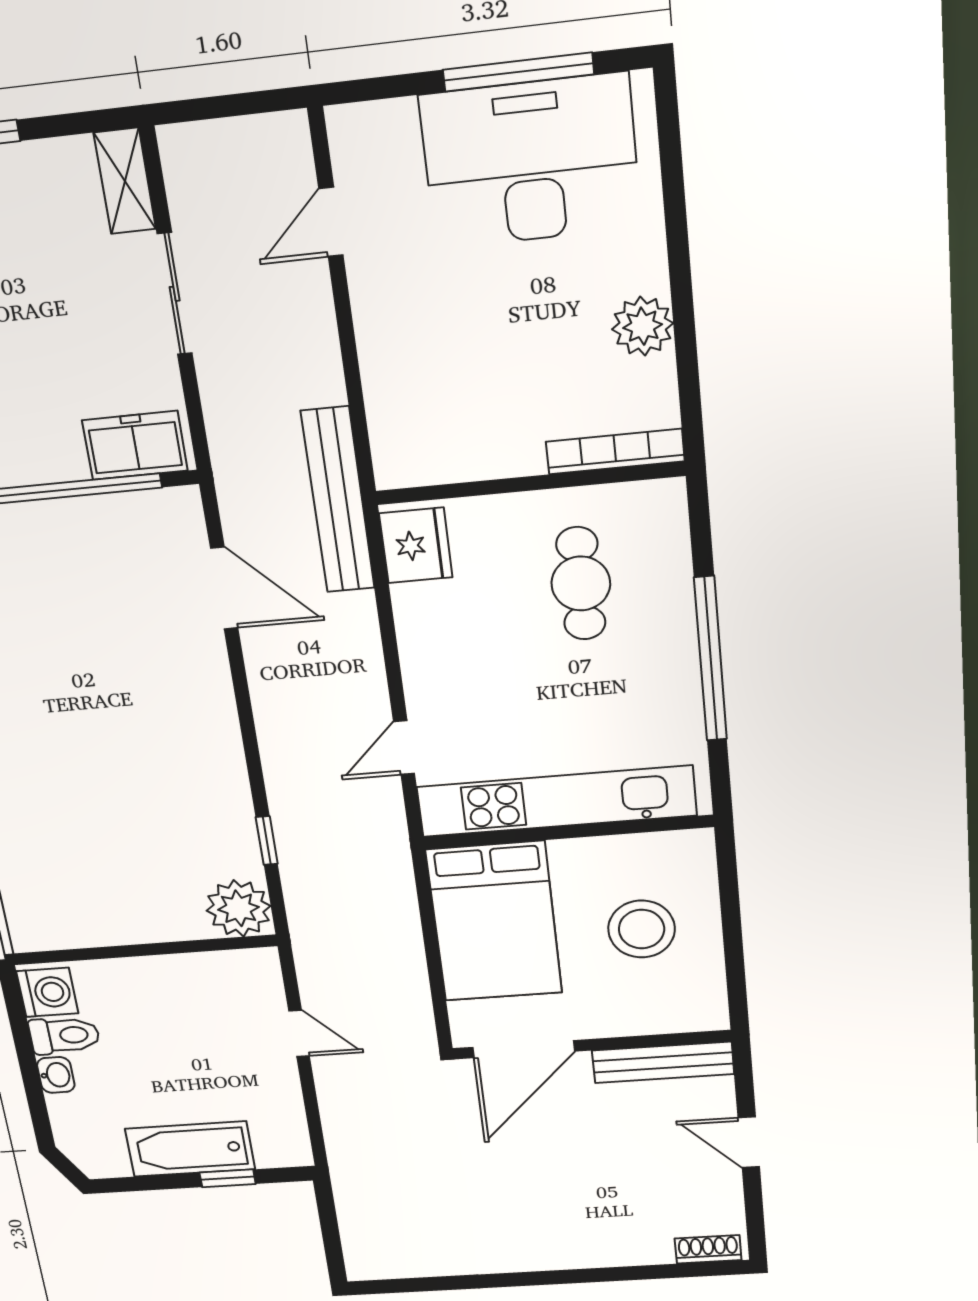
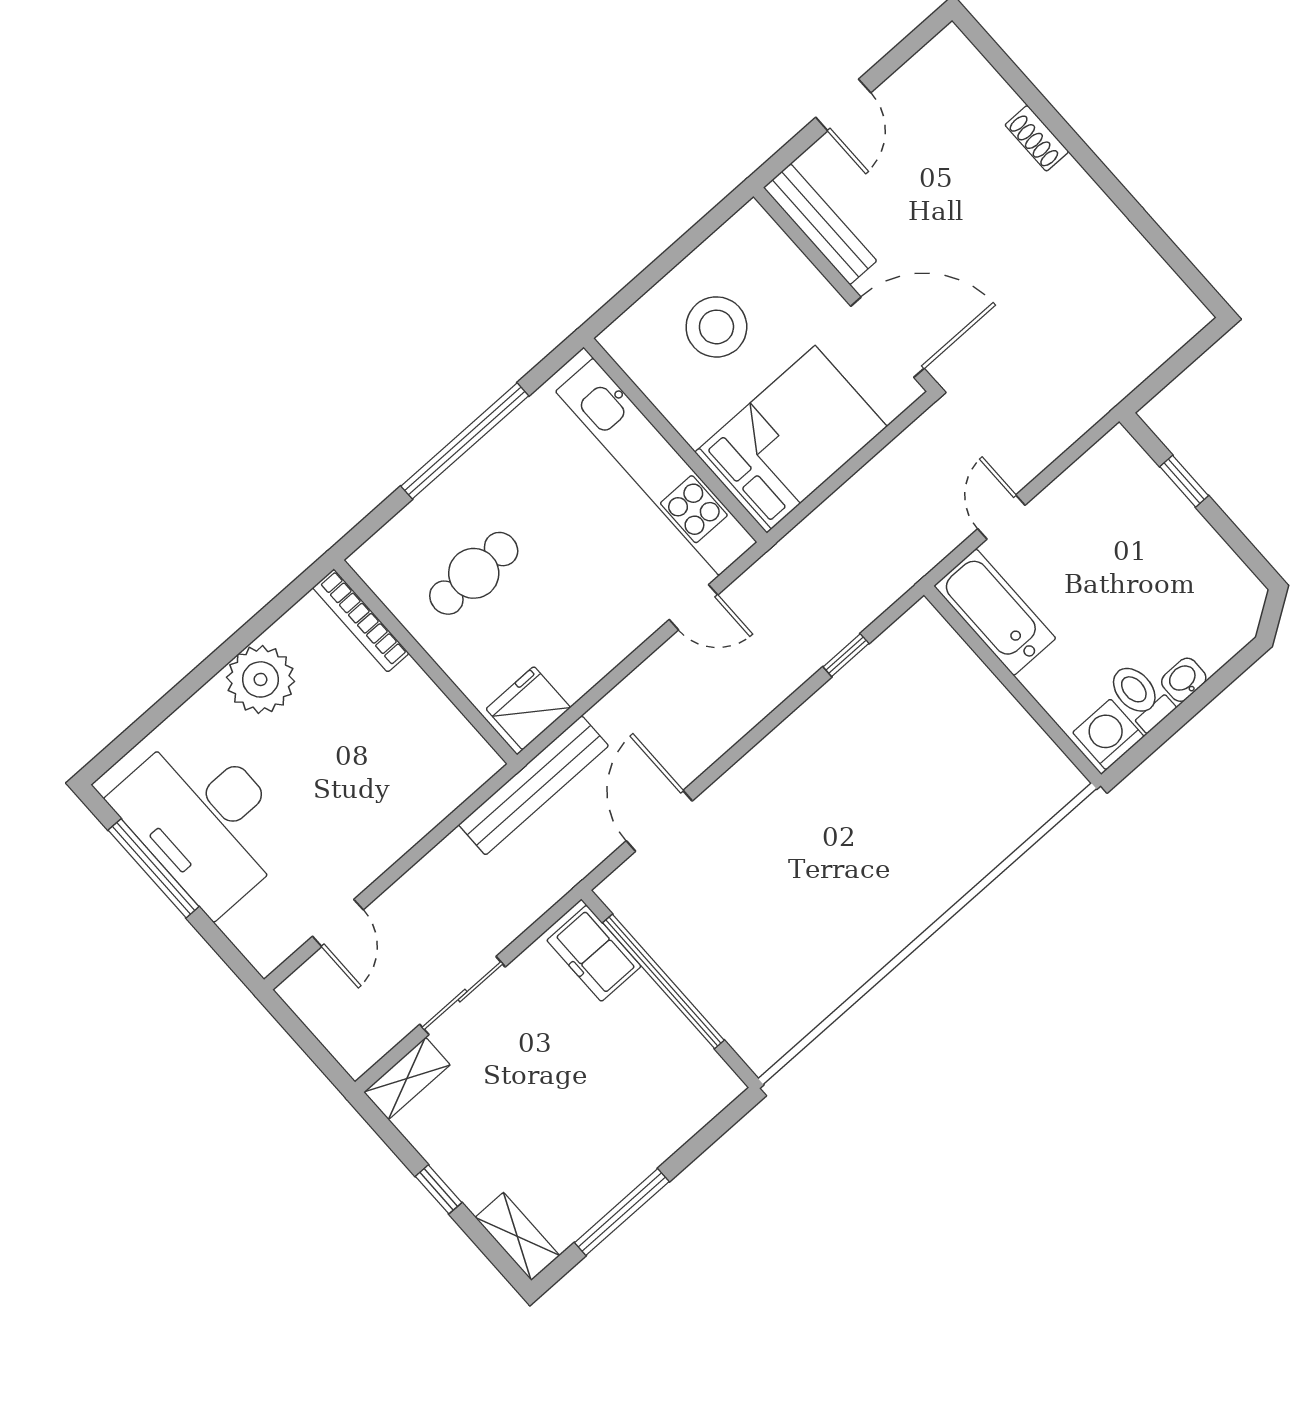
door: (331, 222) -> (338, 923), hinge flipped
plant: (643, 326) -> (261, 679), width x1.36, depth x1.36
plant: (239, 908) -> (921, 637), removed
bathtub: (190, 1149) -> (995, 612), moved, turned 180
shoe rack: (708, 1249) -> (1037, 138), moved

